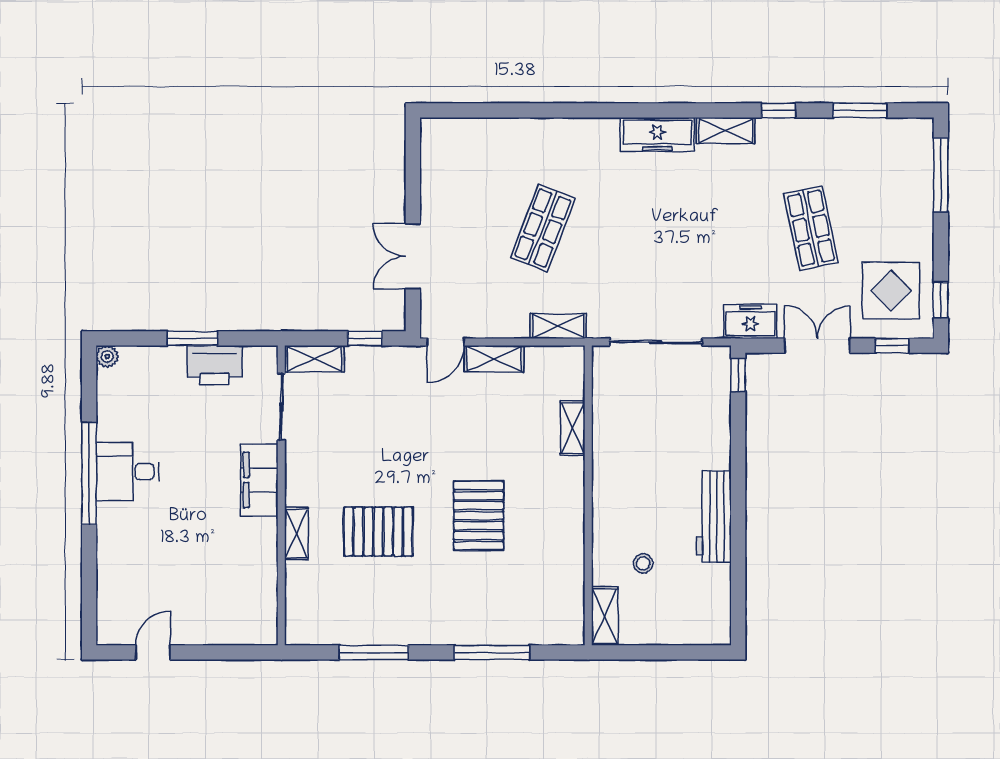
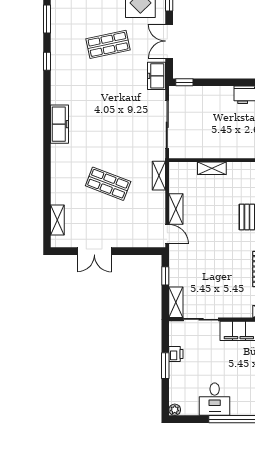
shelving: (726, 131) -> (57, 220), moved
double door: (413, 256) -> (94, 251), moved
printer: (215, 365) -> (176, 354), width x0.53, depth x0.68
desk: (128, 471) -> (215, 399), moved

